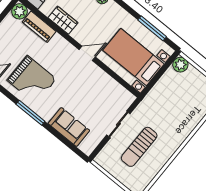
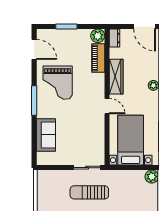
wardrobe: (63, 20) -> (116, 77), width x1.50
sliding door: (118, 124) -> (87, 168), moved
sun lounger: (139, 147) -> (89, 192), moved

